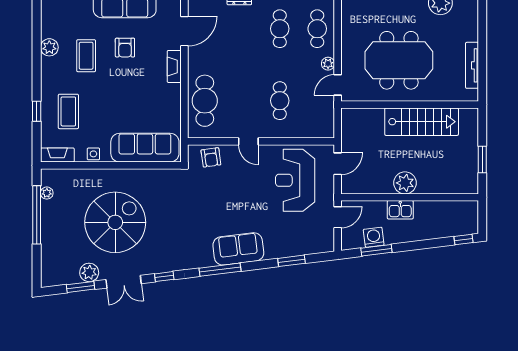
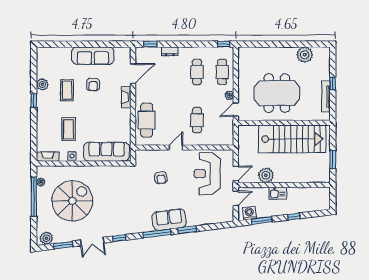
window: (482, 46) -> (333, 83), added
window: (37, 111) -> (34, 101), moved
coffee table: (68, 111) -> (69, 129), moved
stairs: (422, 122) -> (292, 139), width x1.36, depth x1.51
door: (248, 141) -> (176, 147), swing flipped
armchair: (211, 157) -> (161, 178), moved
door: (338, 164) -> (236, 173), moved
plant: (405, 183) -> (266, 175), moved
spiral stairs: (115, 222) -> (72, 201), moved
washing machine: (374, 237) -> (249, 213), moved
window: (464, 239) -> (294, 217), moved
window: (291, 261) -> (187, 230), moved
plant: (89, 272) -> (46, 238), moved

